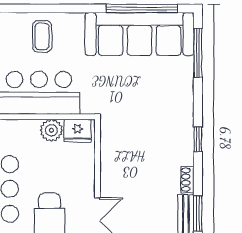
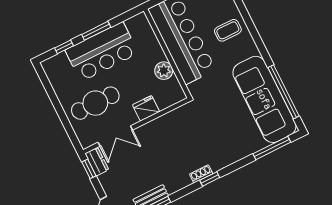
fridge: (77, 131) -> (146, 108), moved, turned 90
shoe rack: (187, 180) -> (201, 174), moved

